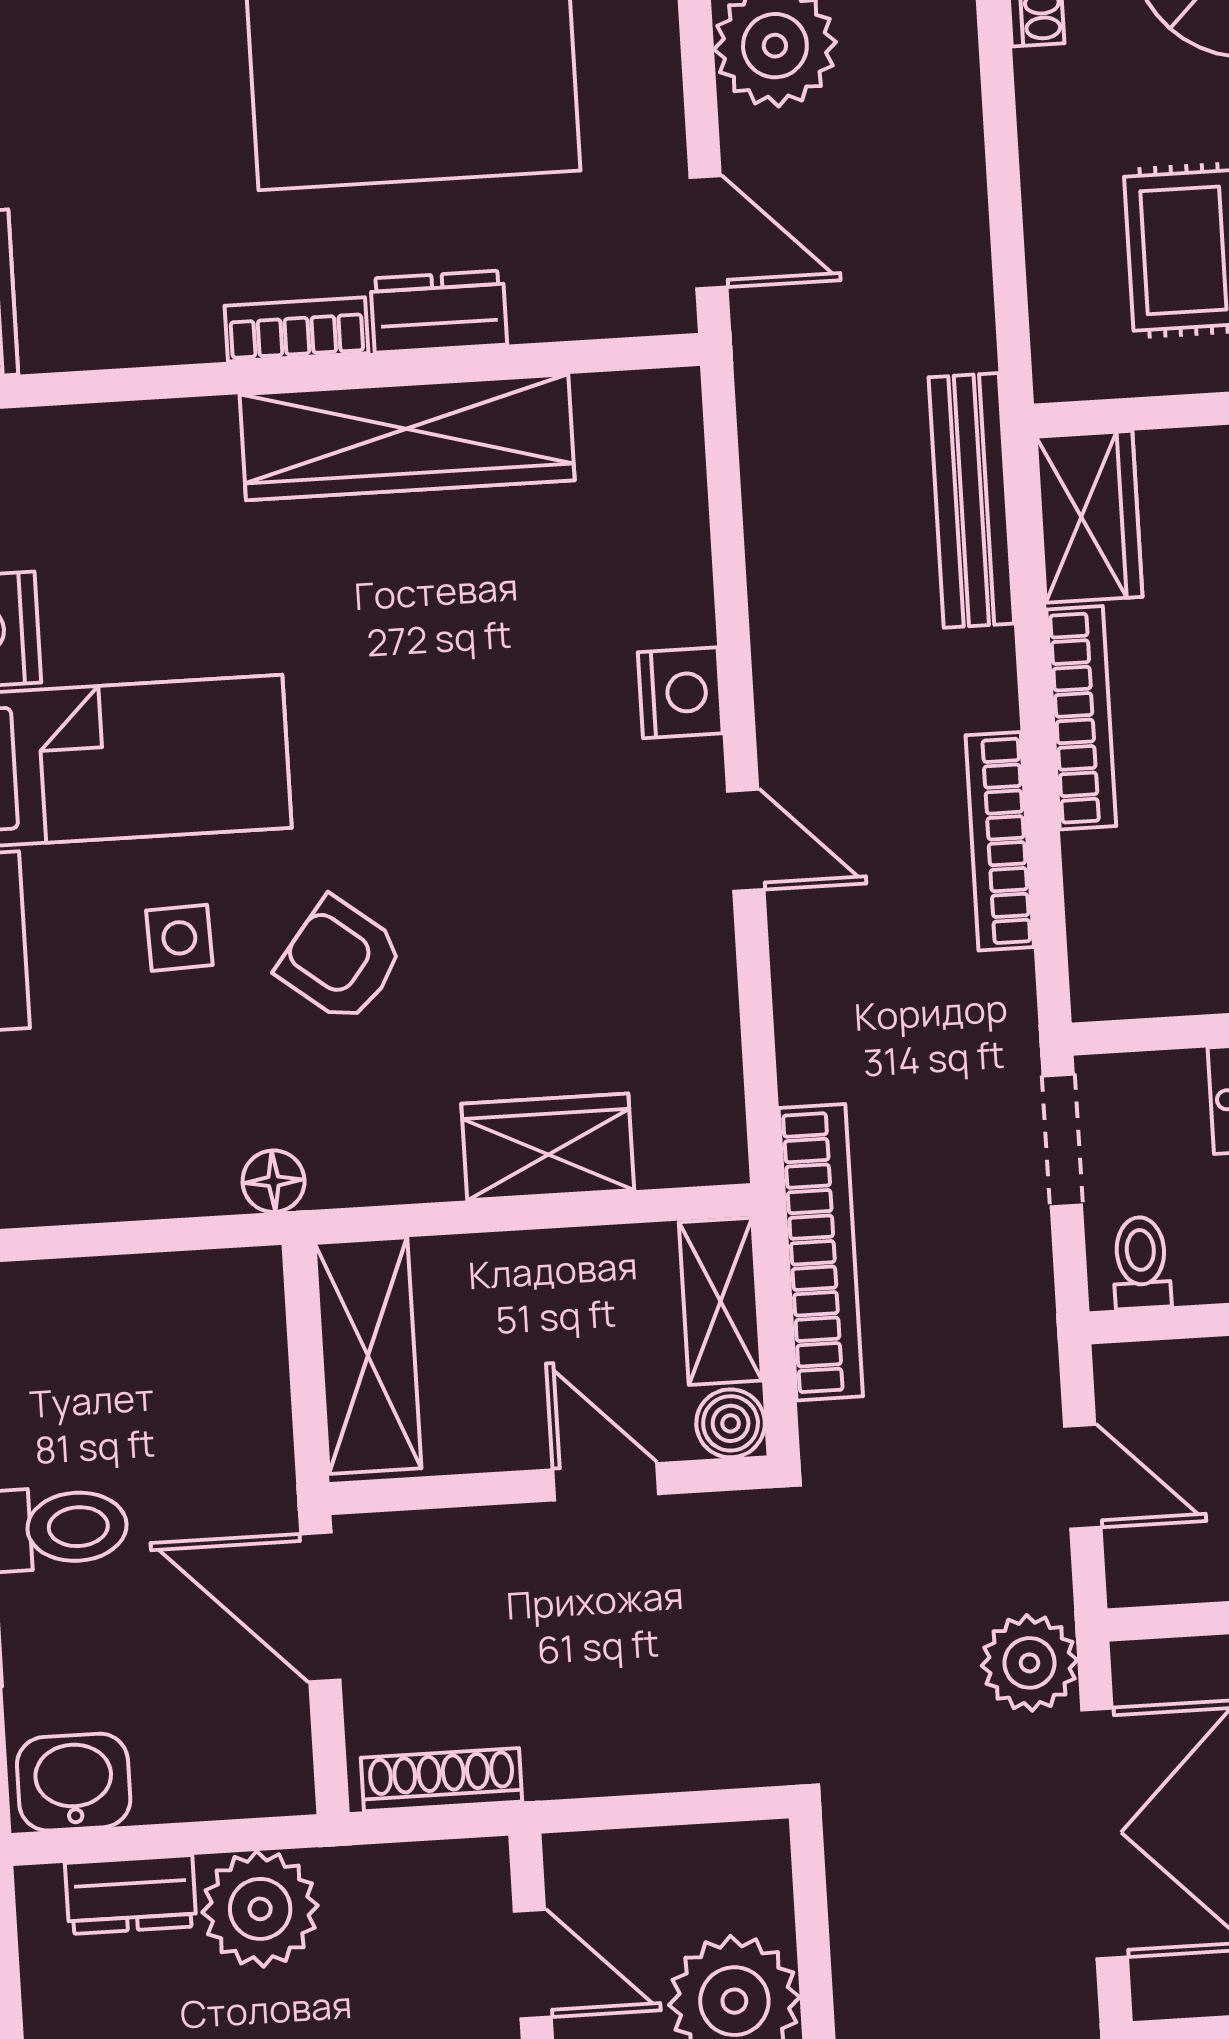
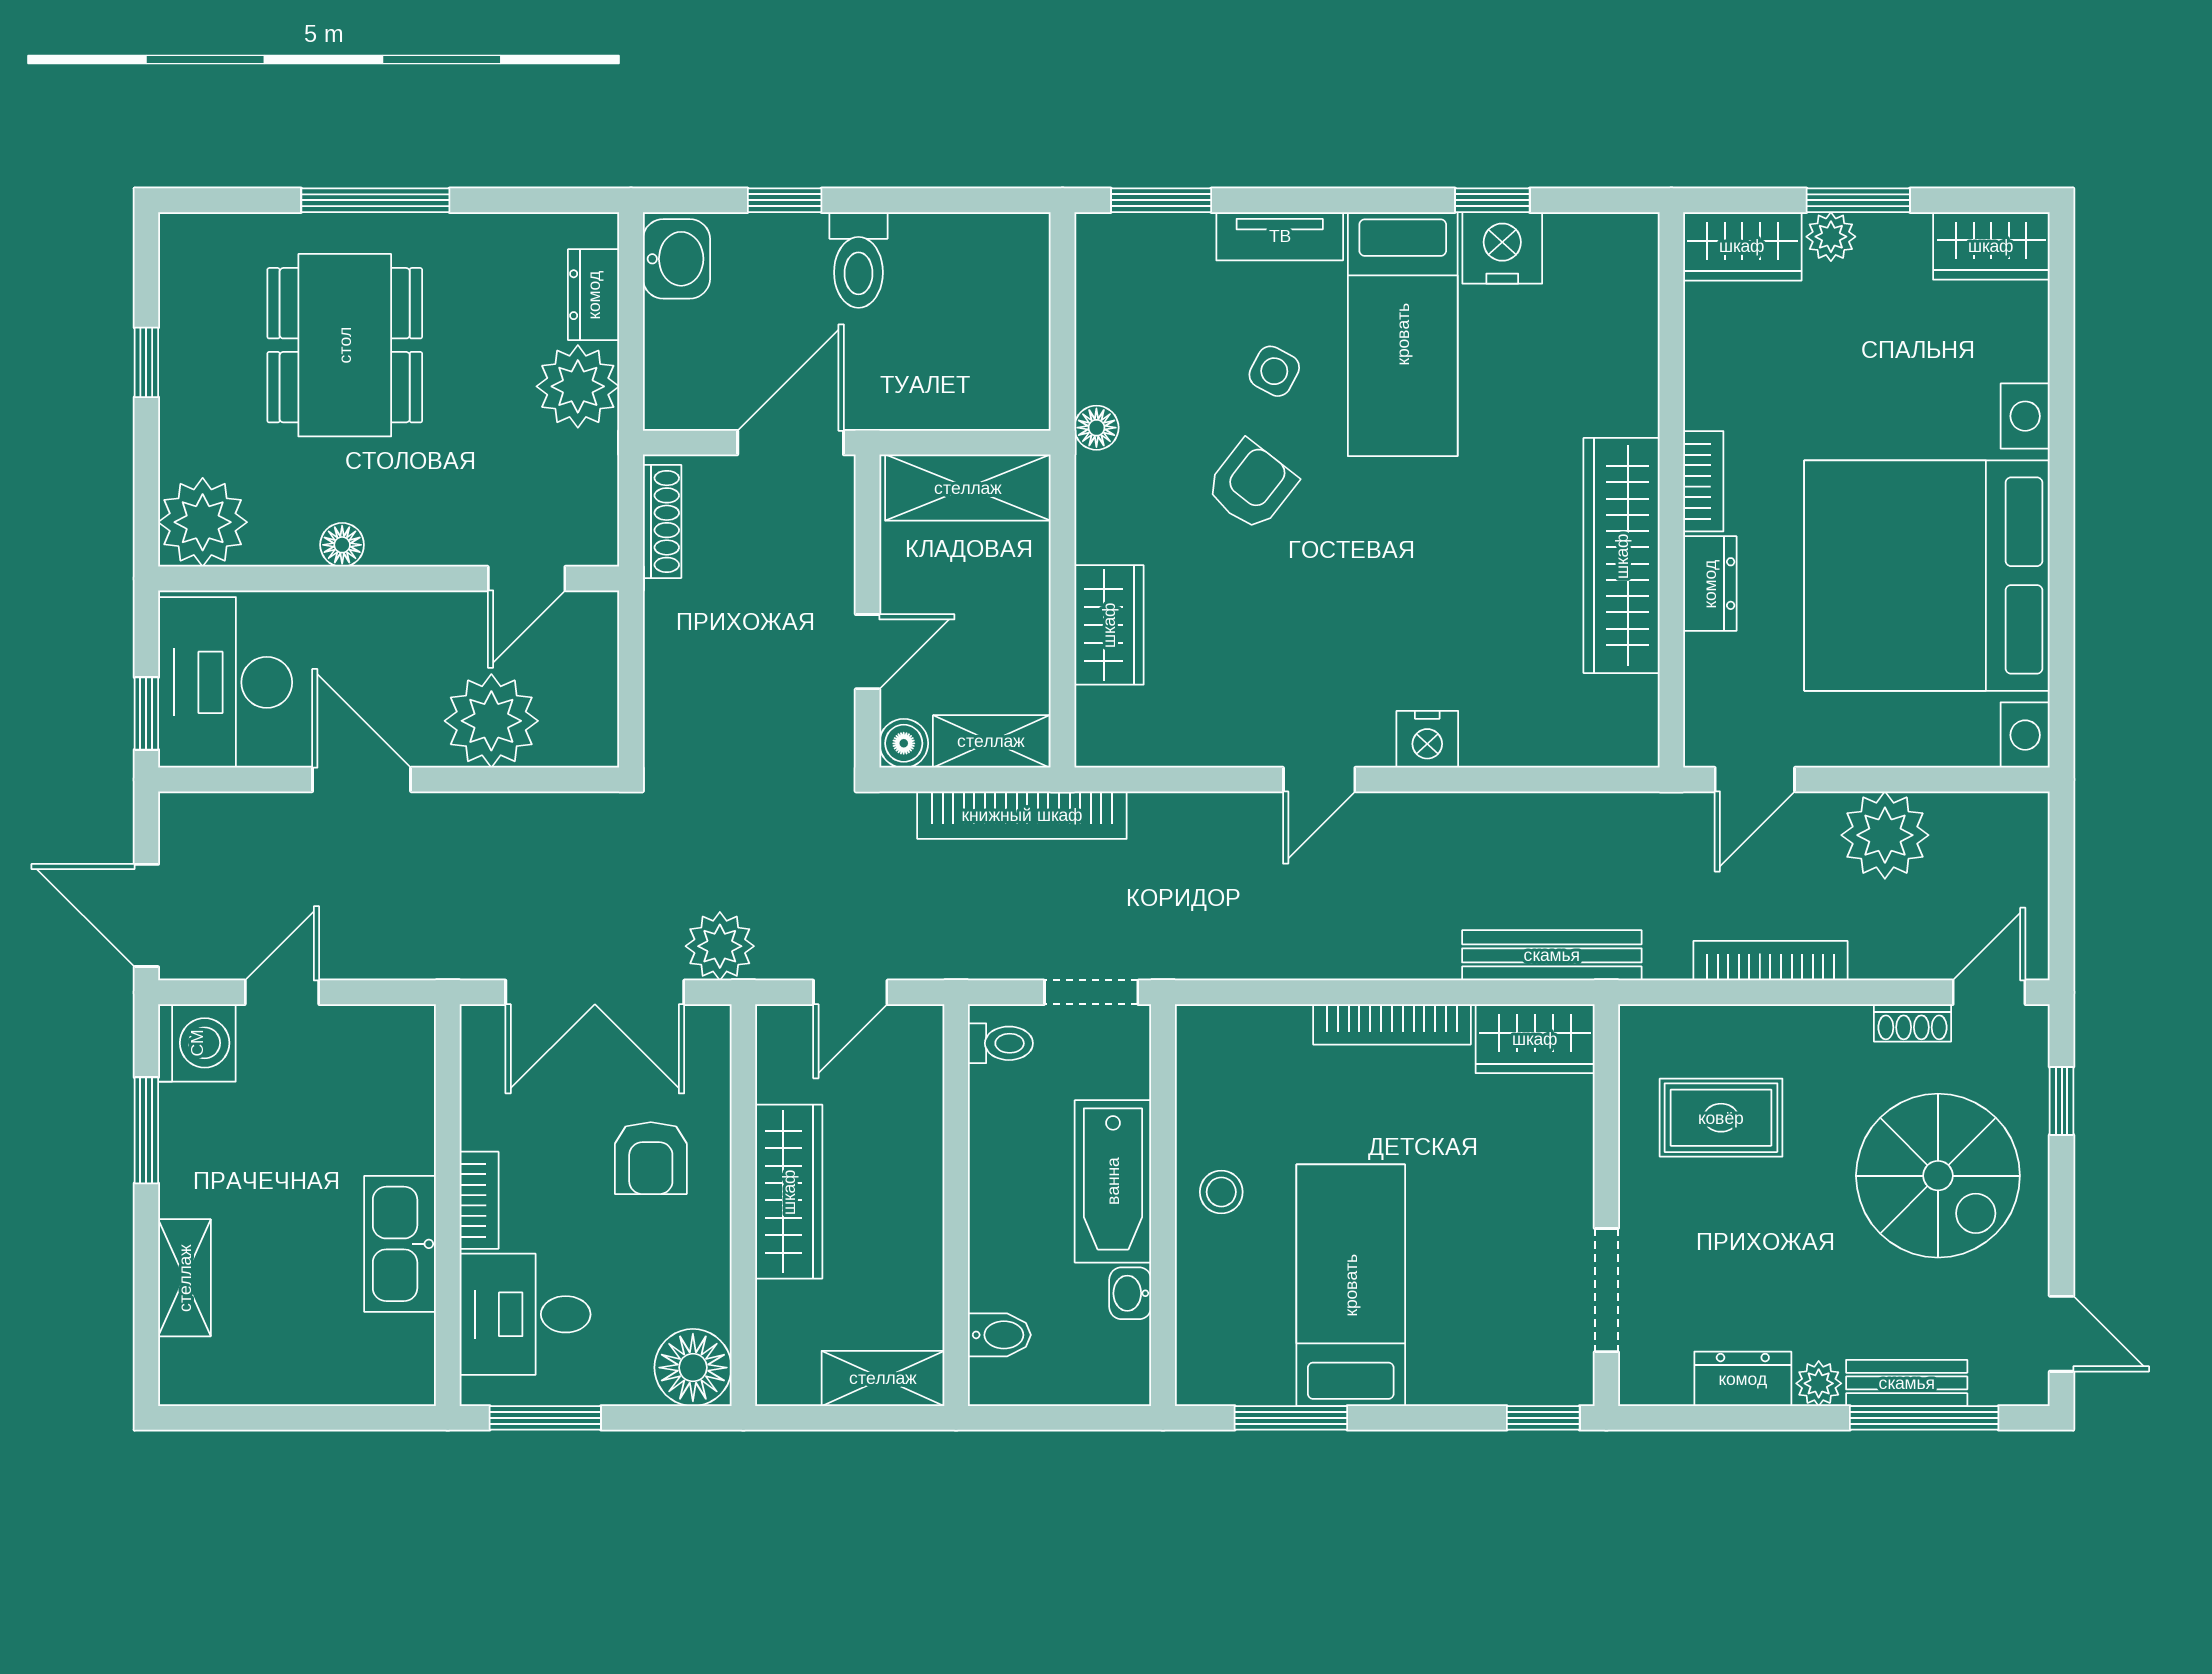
bookcase: (1000, 841) -> (1770, 961), moved
side table: (179, 938) -> (1274, 371), turned 30

